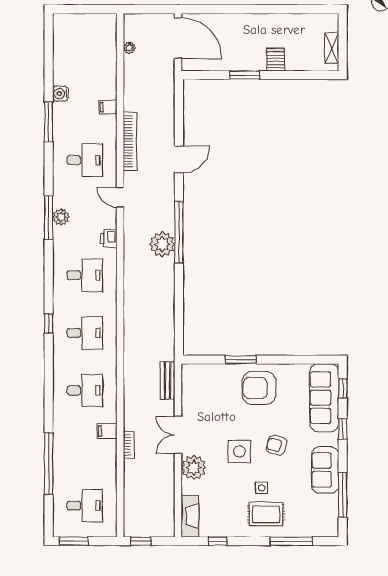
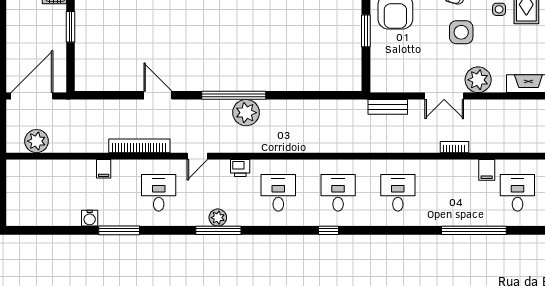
plant: (129, 48) -> (37, 141), width x1.88, depth x1.88
filing cabinet: (107, 431) -> (487, 170), moved

